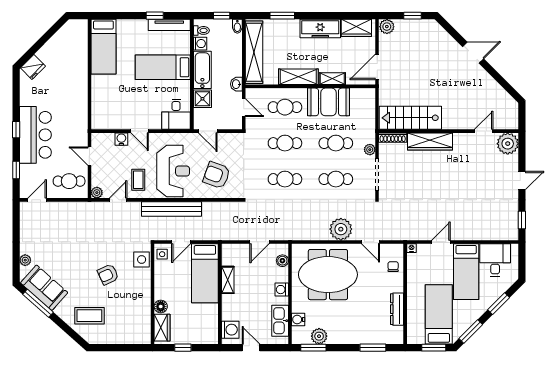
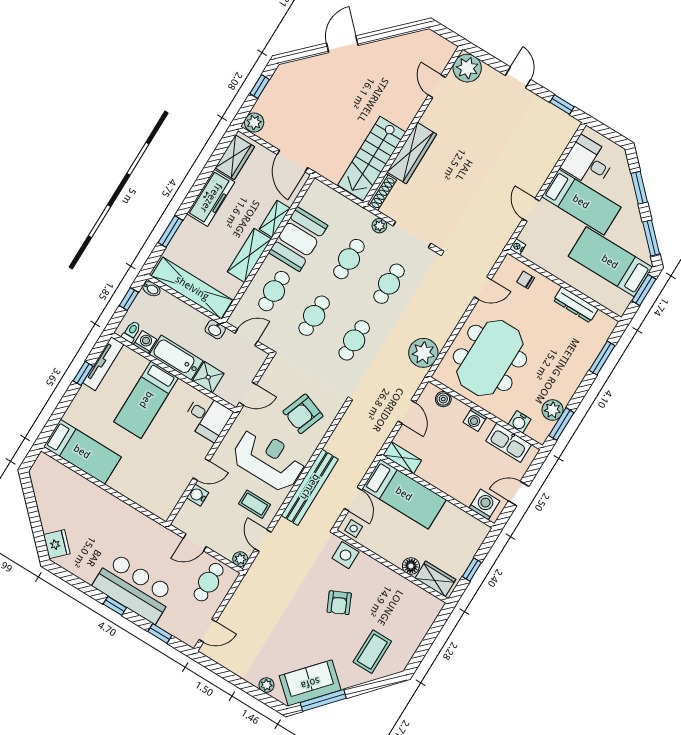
door: (37, 200) -> (208, 631), swing flipped
plant: (341, 229) -> (423, 353), moved
shelving: (228, 280) -> (402, 458), moved

